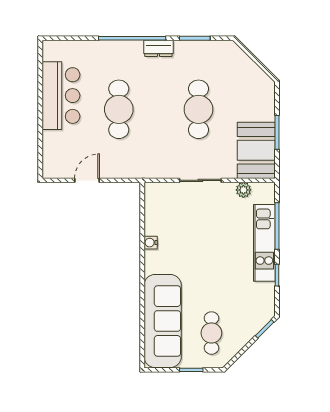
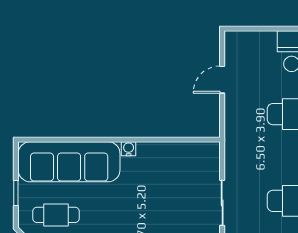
door: (87, 180) -> (222, 80), swing flipped
water cooler: (151, 243) -> (129, 149), moved

